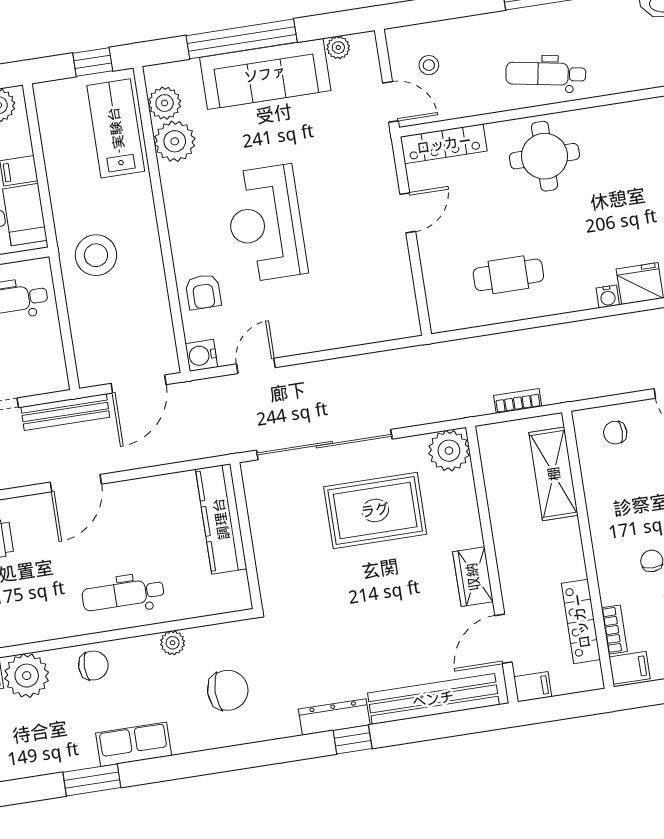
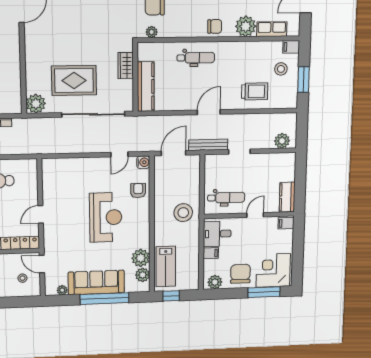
wardrobe: (473, 577) -> (126, 66), moved, turned 180
plant: (173, 643) -> (152, 32), moved
chair: (93, 665) -> (215, 26), turned 180

